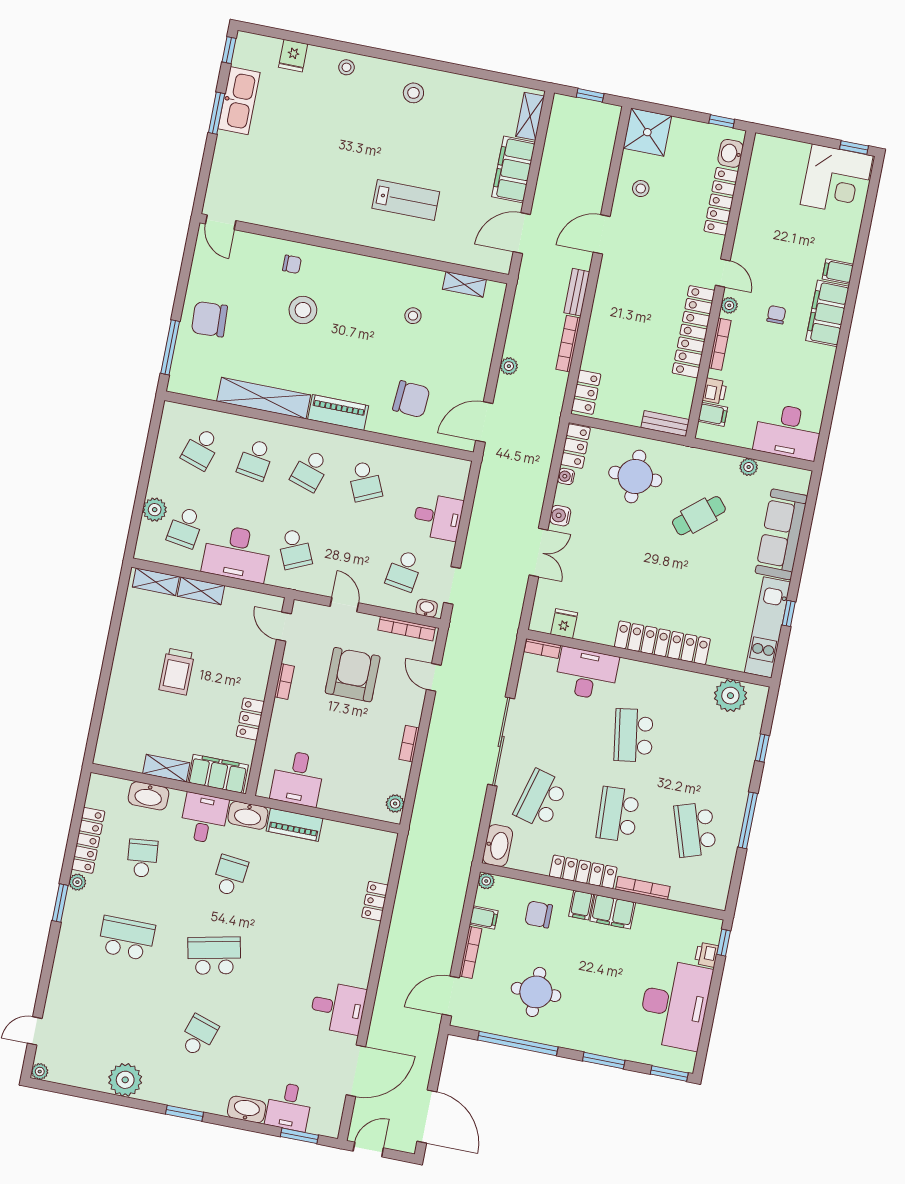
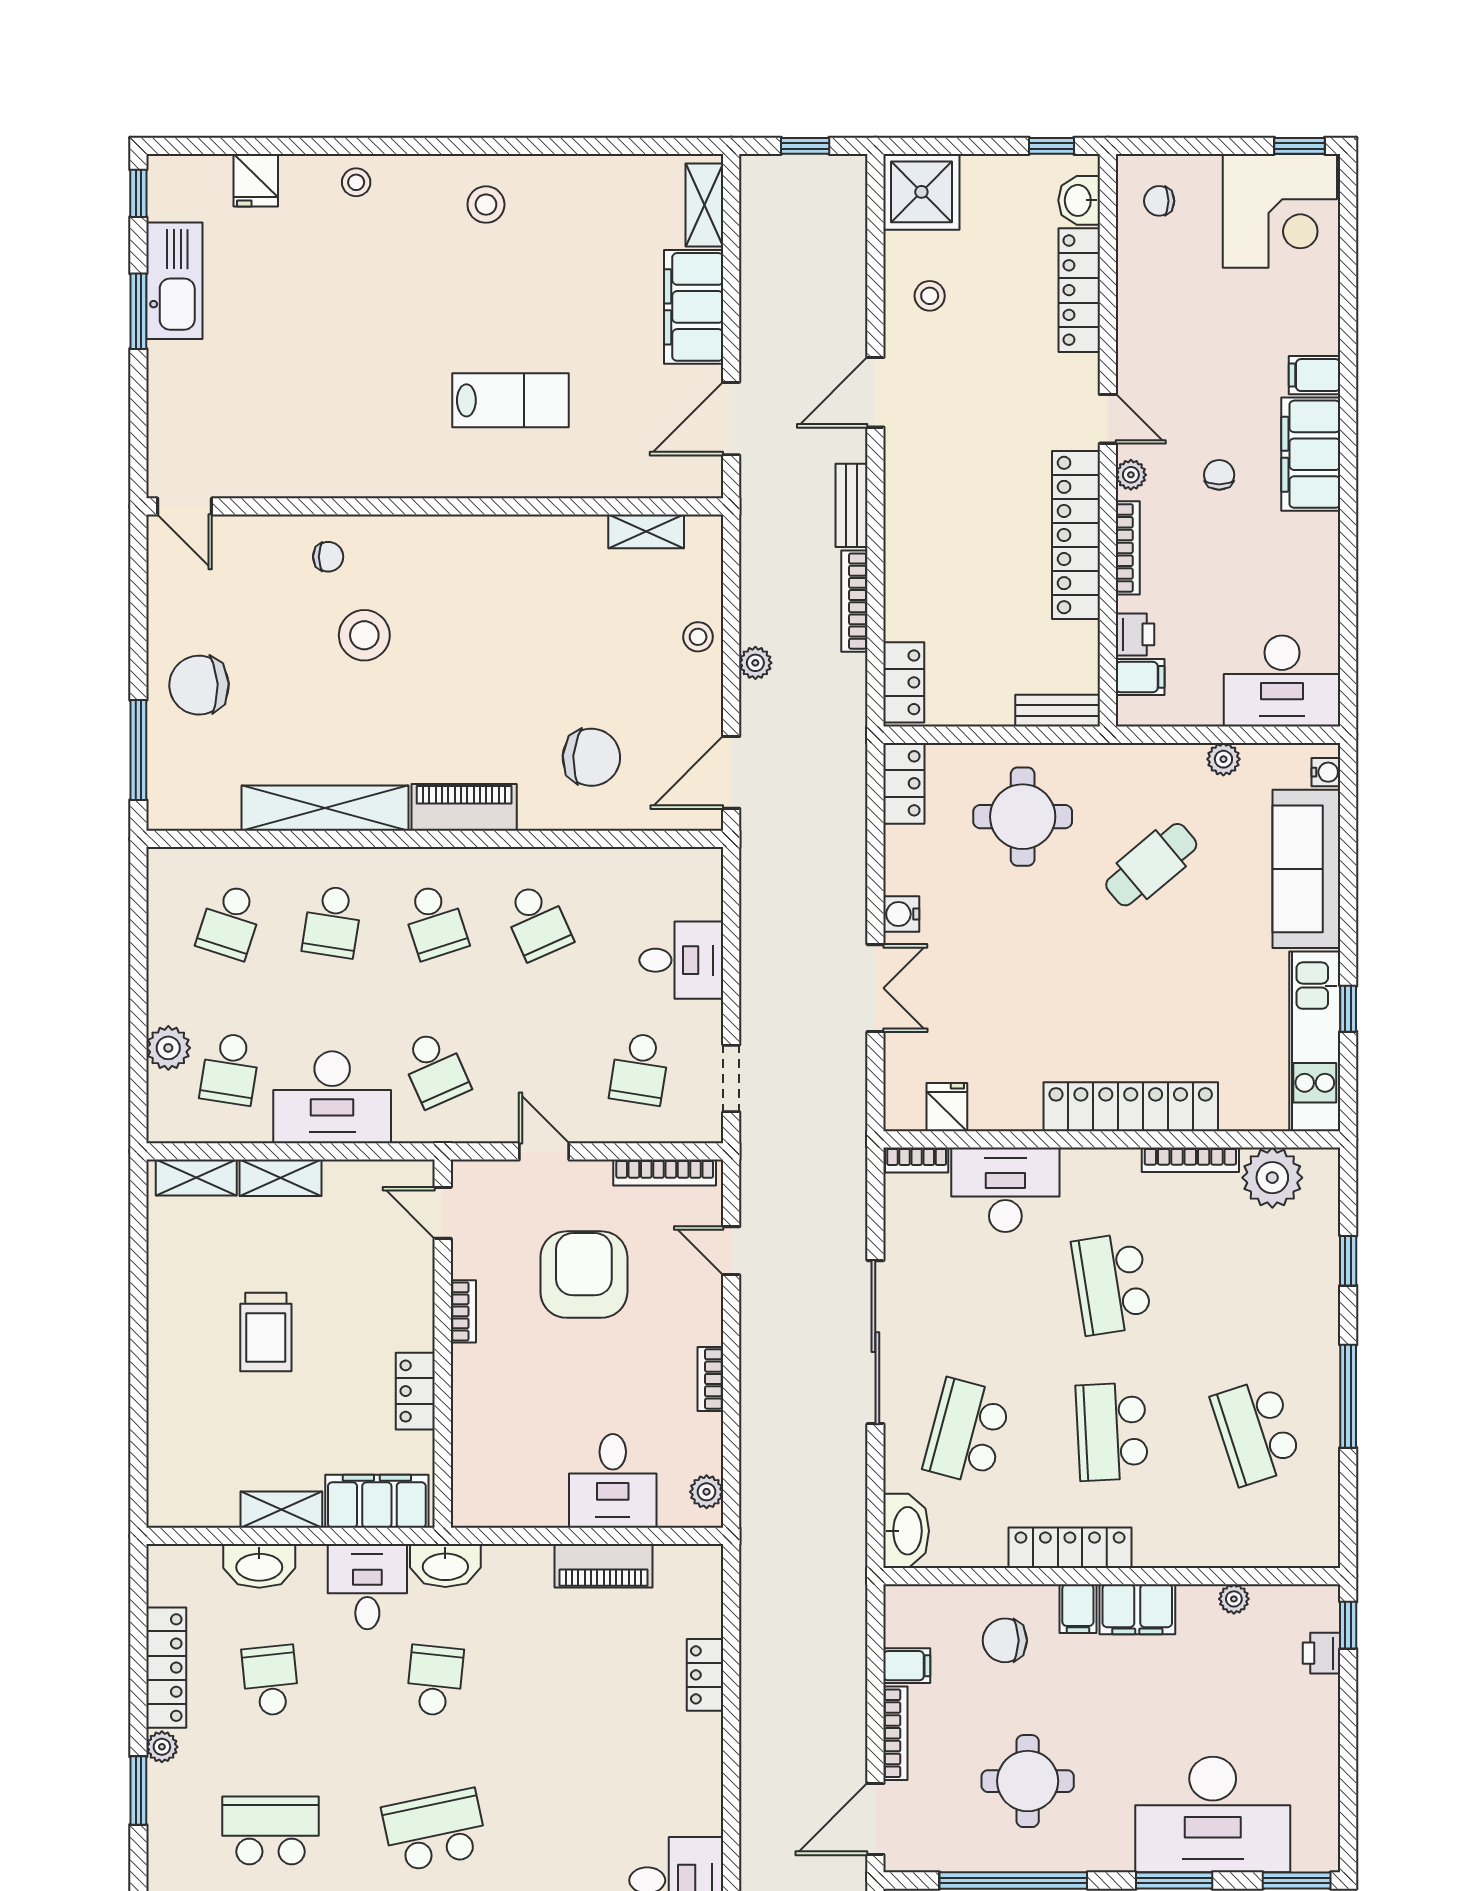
chair: (773, 162) -> (1159, 201), added
stool: (413, 316) -> (698, 637), moved
school desk: (310, 470) -> (435, 922), turned -36
water cooler: (566, 476) -> (1326, 772), moved, turned 180
washbasin: (427, 608) -> (694, 1128), removed
desk: (298, 778) -> (613, 1481), moved
piano: (294, 825) -> (604, 1566), moved
plant: (486, 881) -> (1234, 1599), moved
bookcase: (643, 888) -> (1190, 1160), moved, turned 180
desk: (675, 1005) -> (1213, 1815), moved, turned 90

